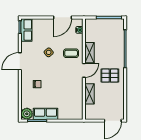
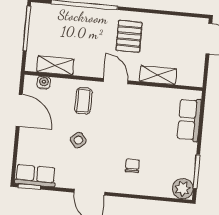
shelving: (89, 53) -> (55, 66), moved
row of seats: (46, 114) -> (189, 120), moved

